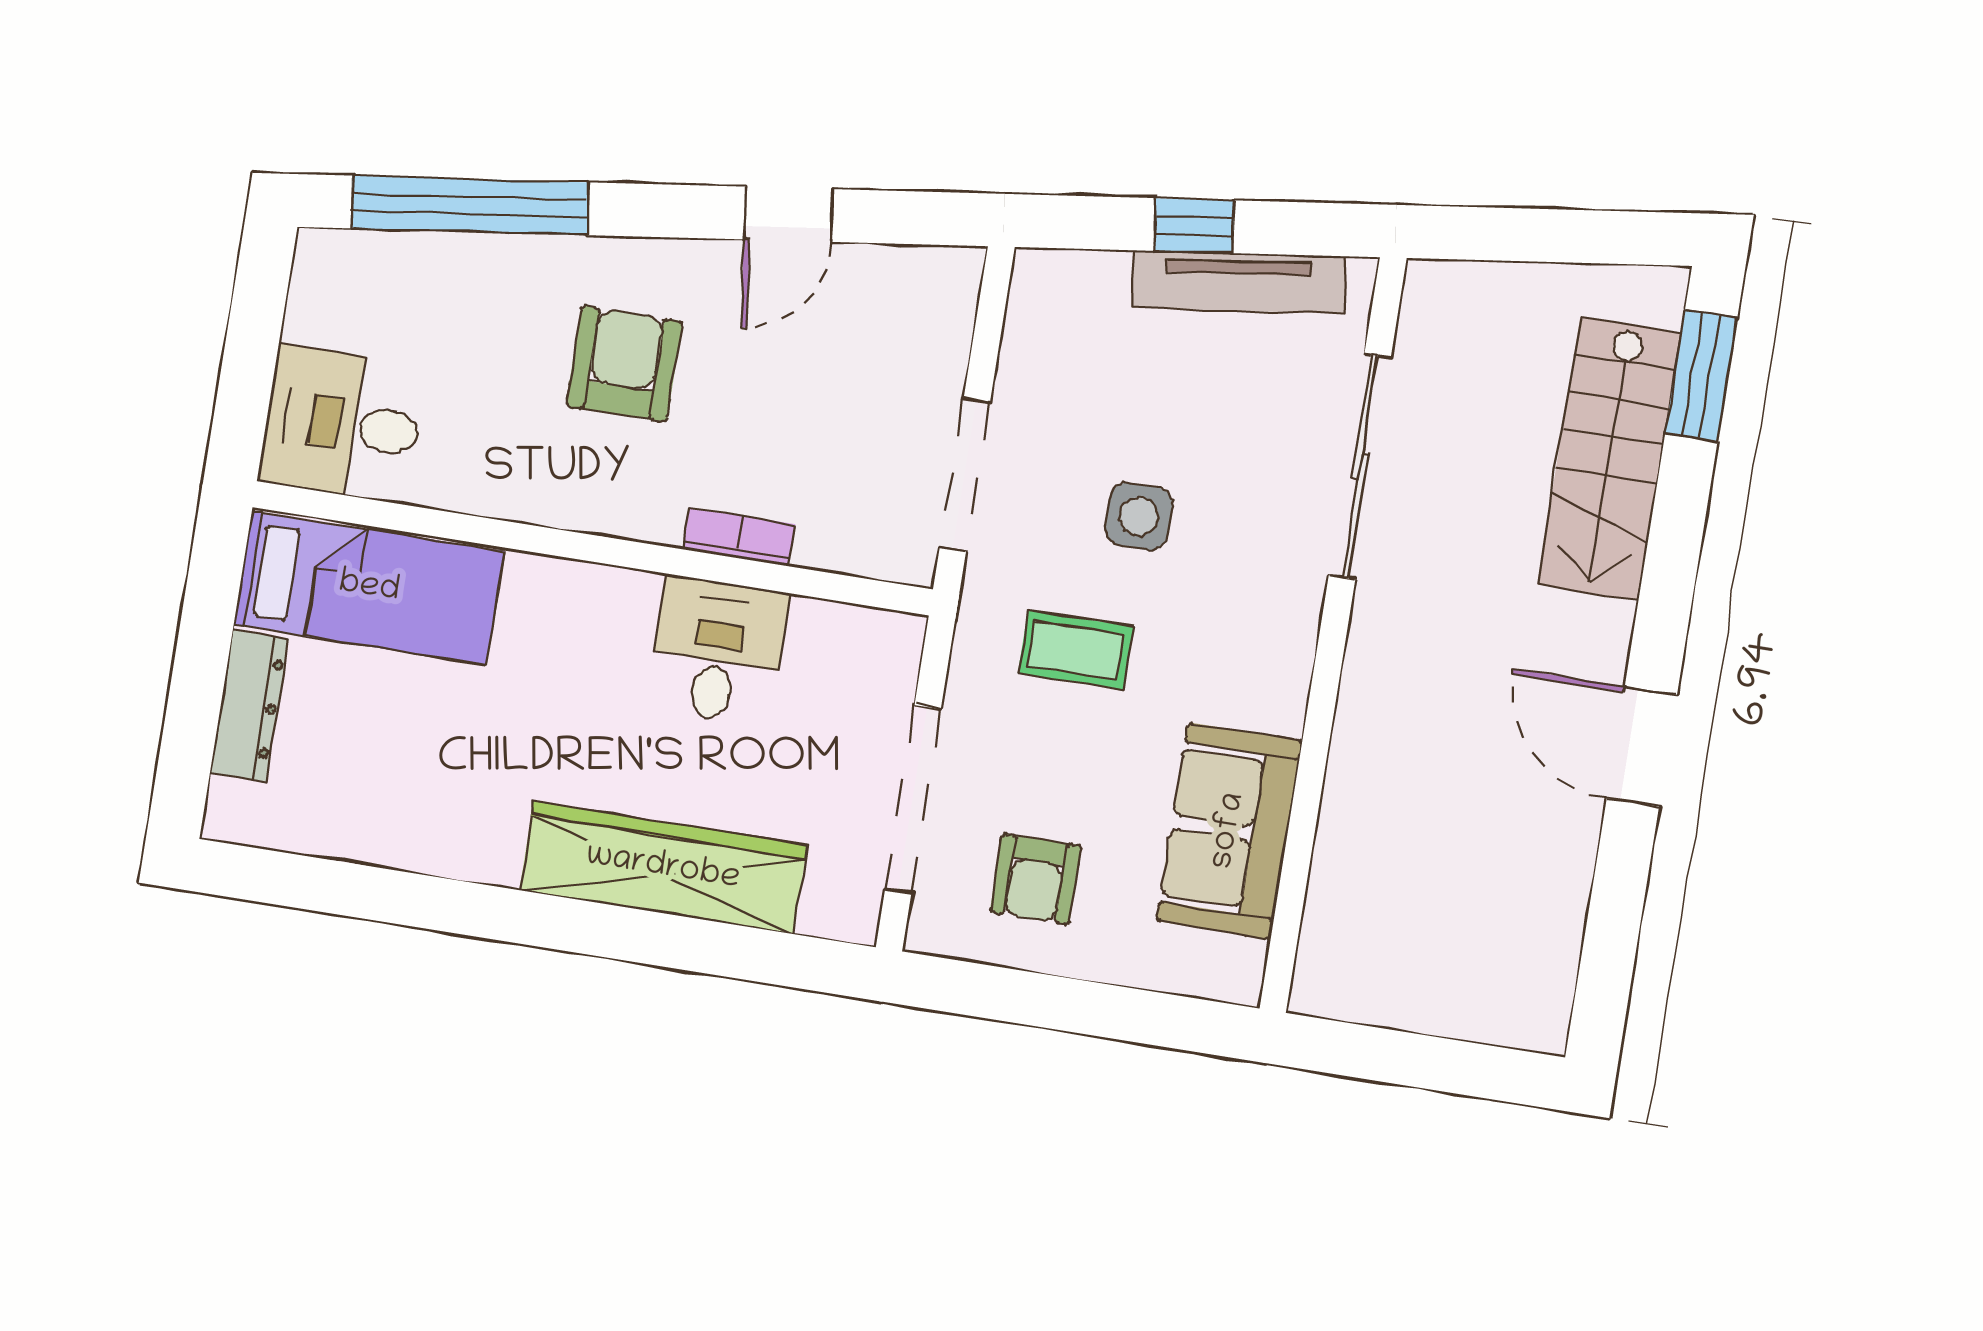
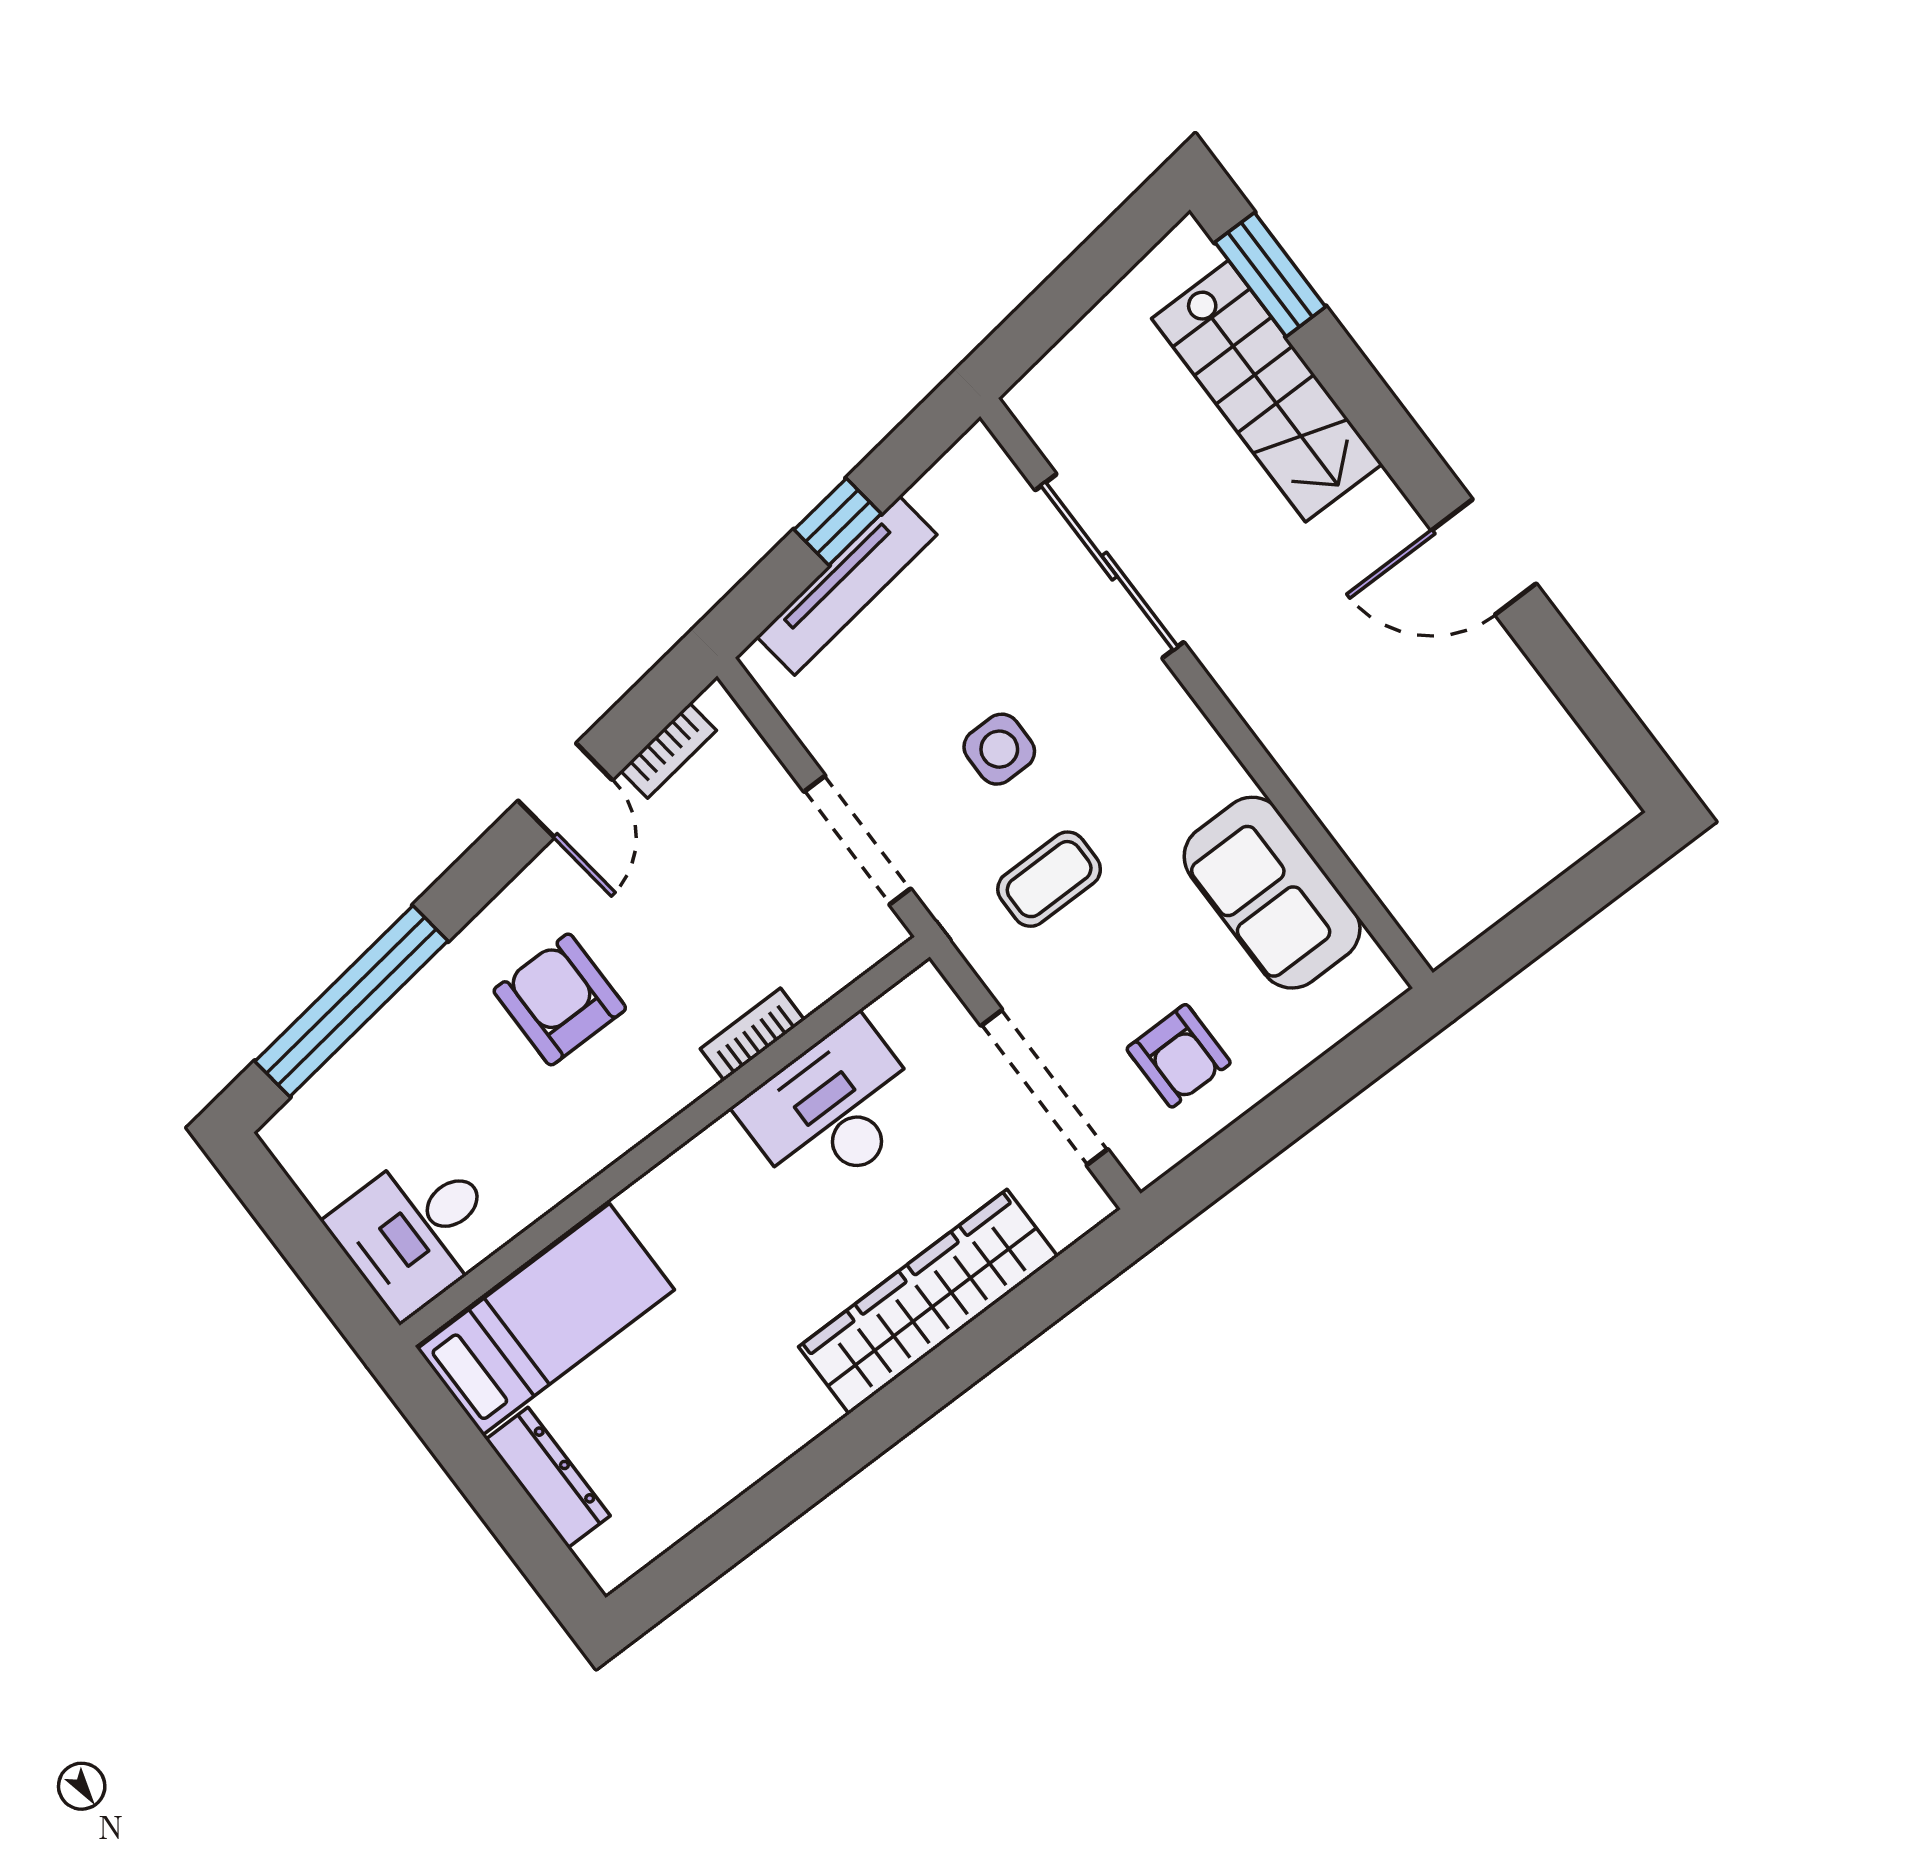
bookcase: (895, 264) -> (668, 751), added
tv unit: (1239, 282) -> (847, 586), moved
desk: (717, 650) -> (833, 1110), width x1.37

